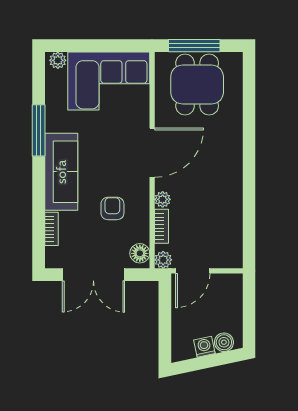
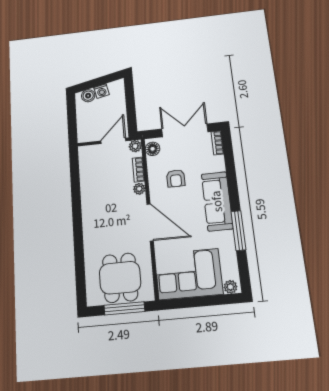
door: (152, 153) -> (150, 222), swing flipped
bookcase: (52, 229) -> (217, 143), moved

